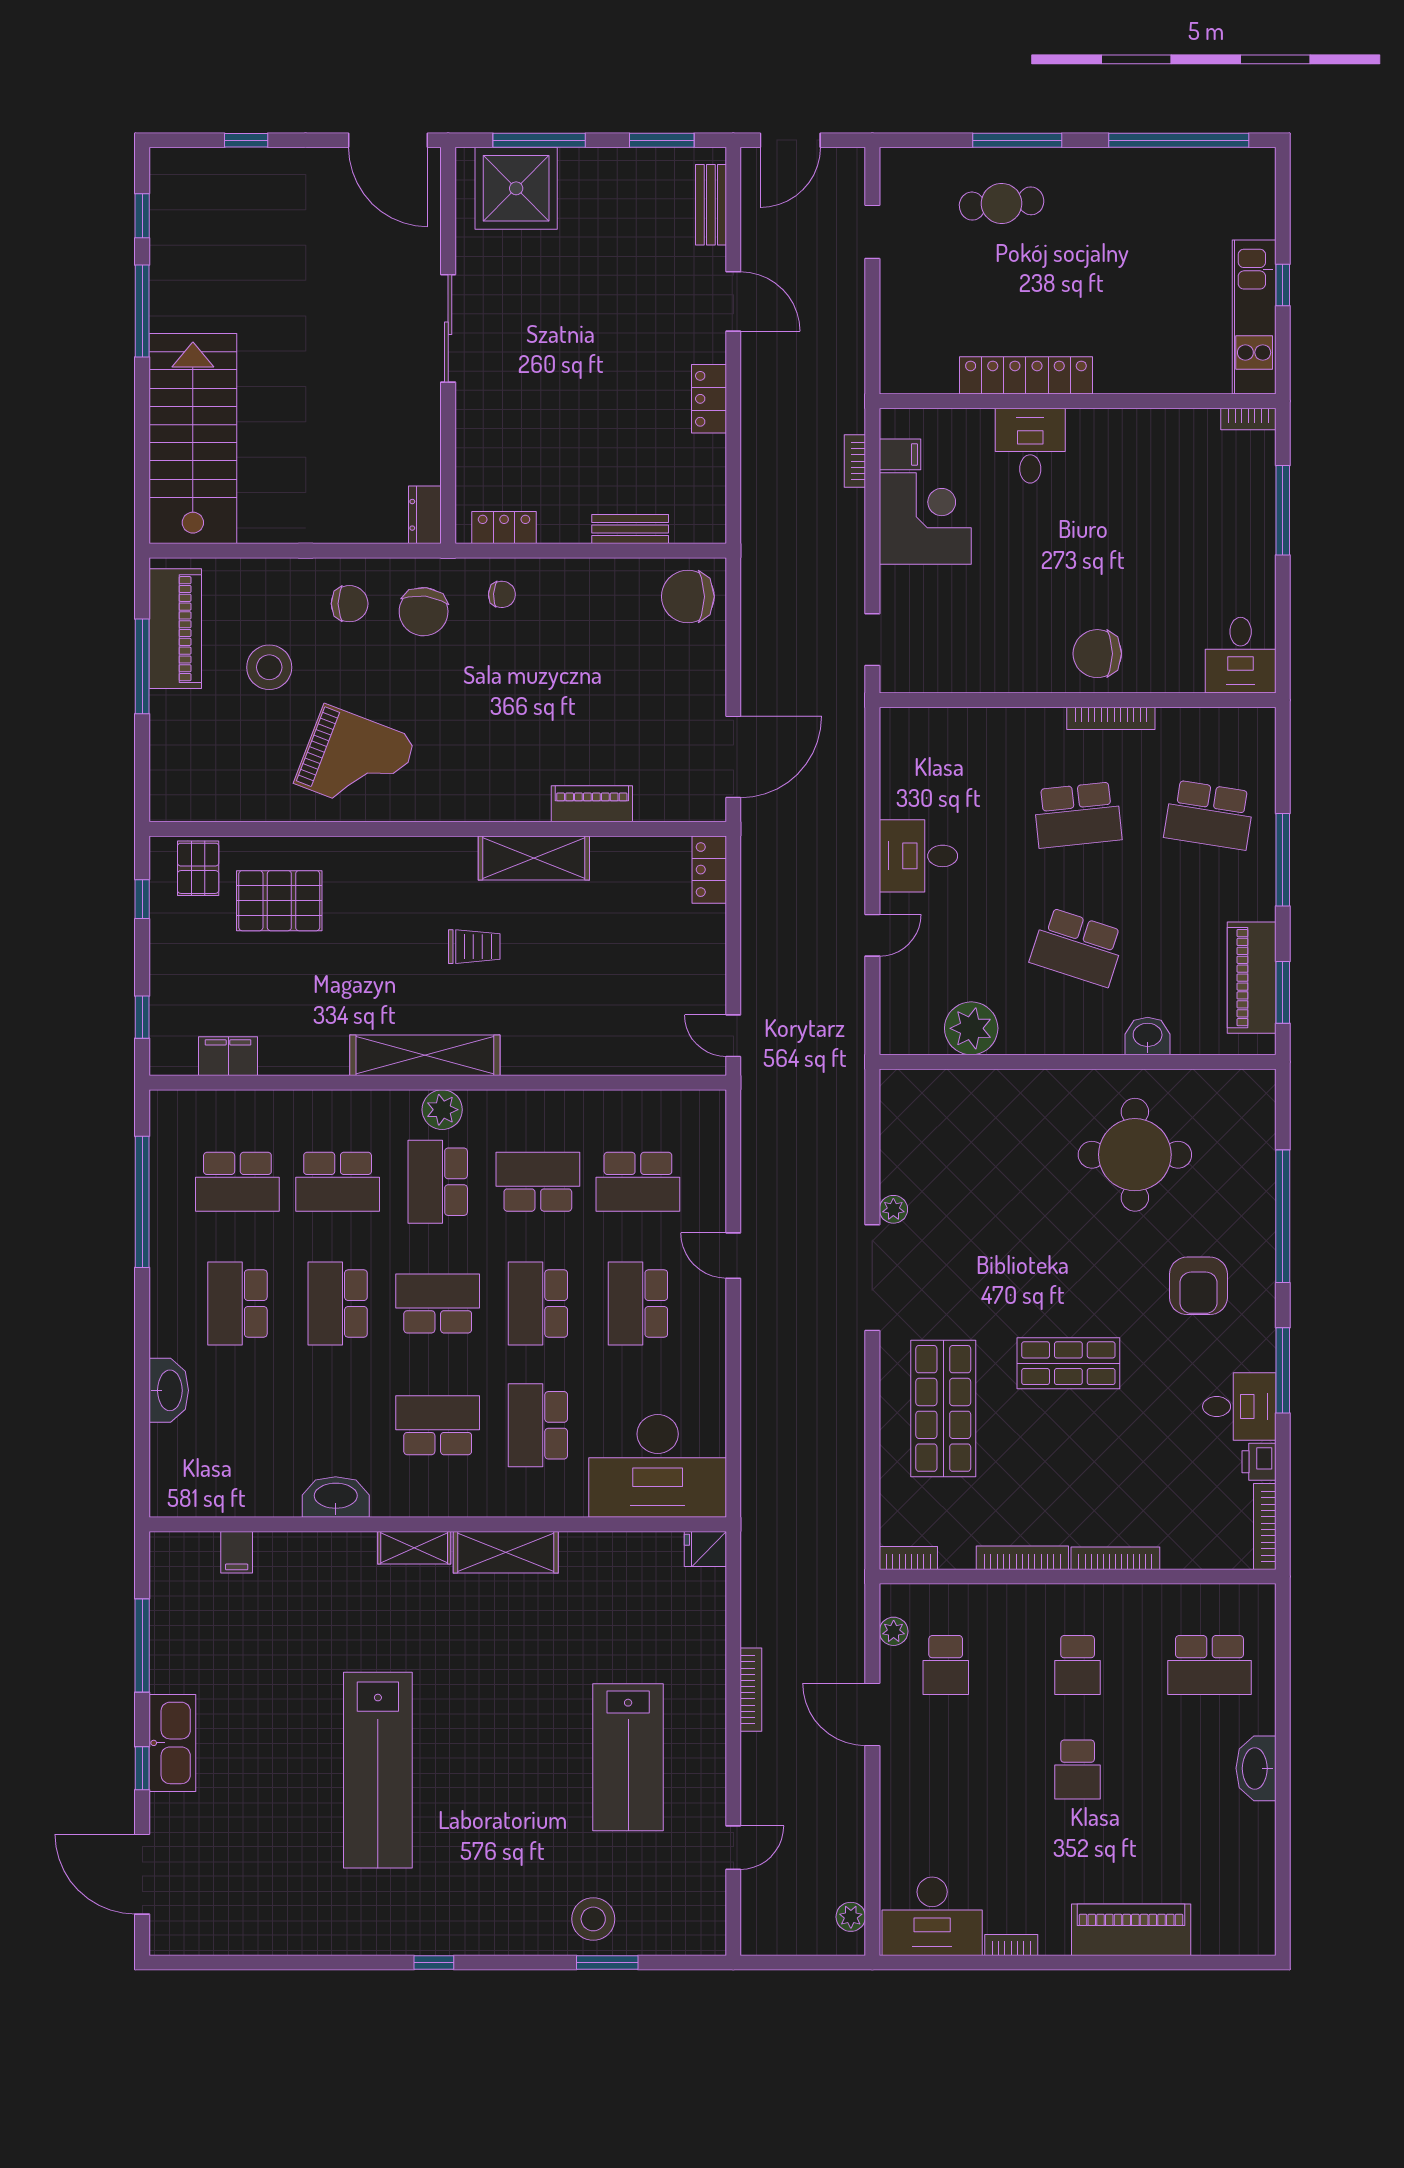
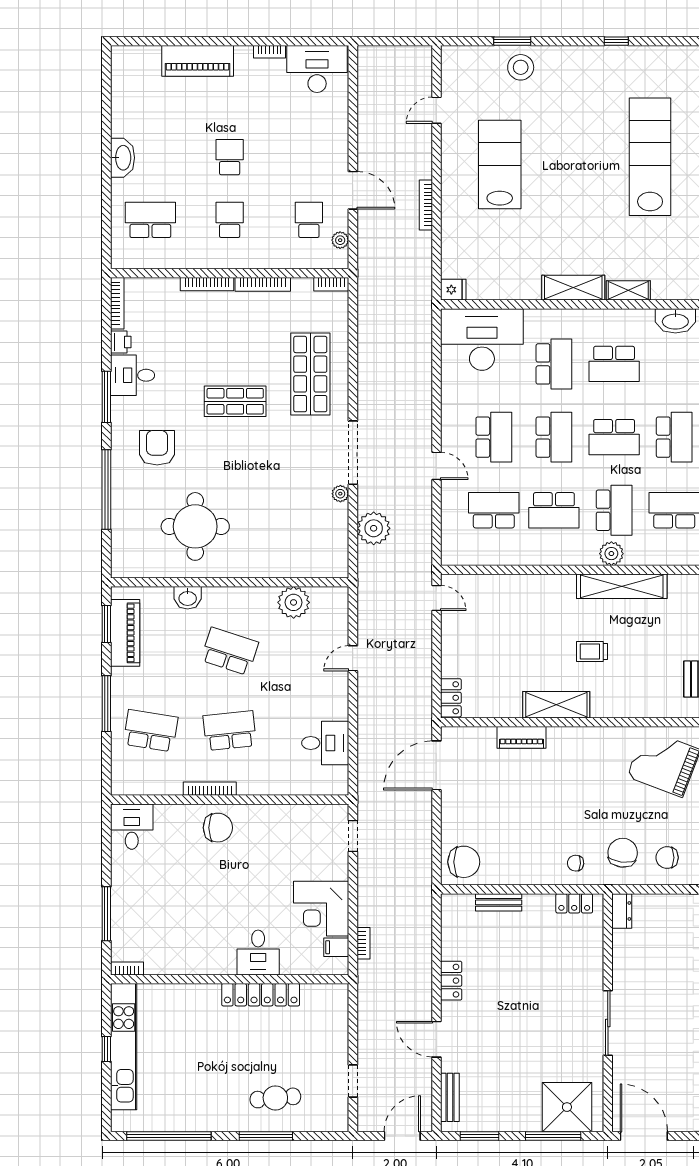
kitchen unit: (1254, 317) -> (124, 1047), width x1.36
desk: (918, 856) -> (325, 743), moved
plant: (851, 1917) -> (374, 528), moved, width x1.88, depth x1.88

